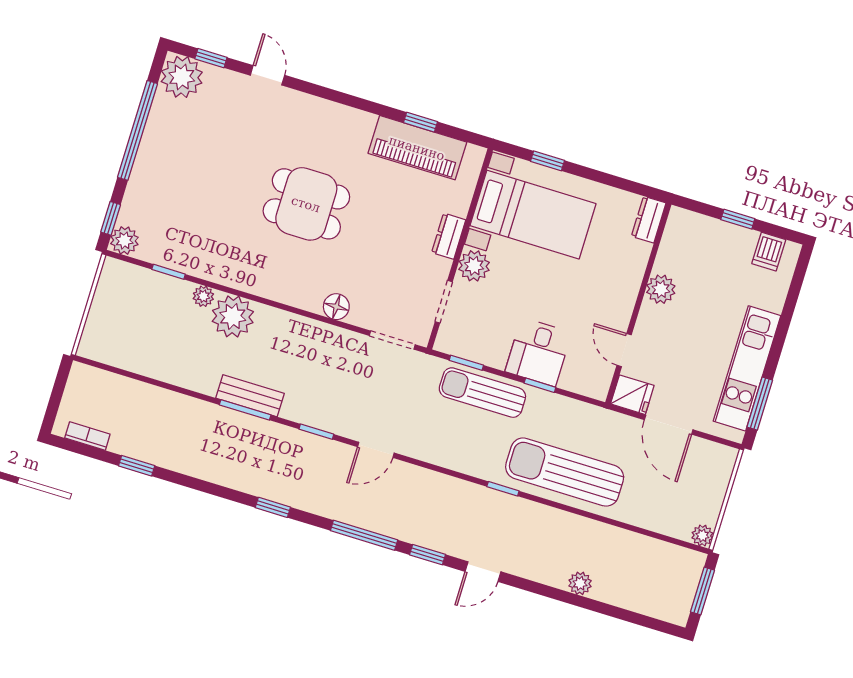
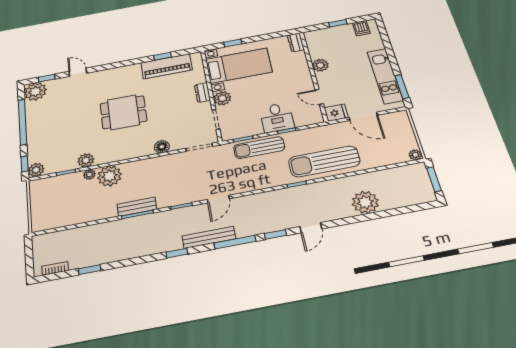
plant: (209, 266) -> (86, 160), added
bench: (331, 507) -> (209, 237), added
plant: (580, 583) -> (365, 202), width x1.87, depth x1.87

